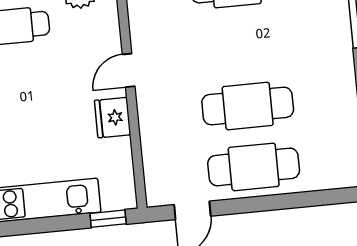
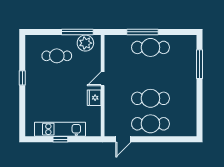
window: (108, 219) -> (60, 139), moved

